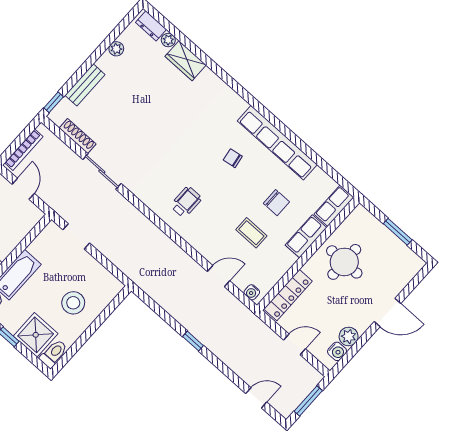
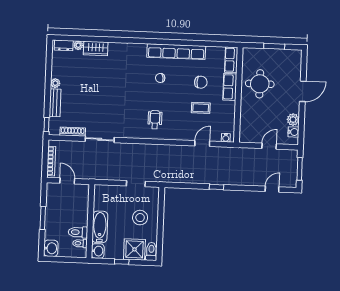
plant: (116, 49) -> (55, 83), moved
doorway: (76, 236) -> (136, 184), moved
locker: (288, 295) -> (245, 124), removed

